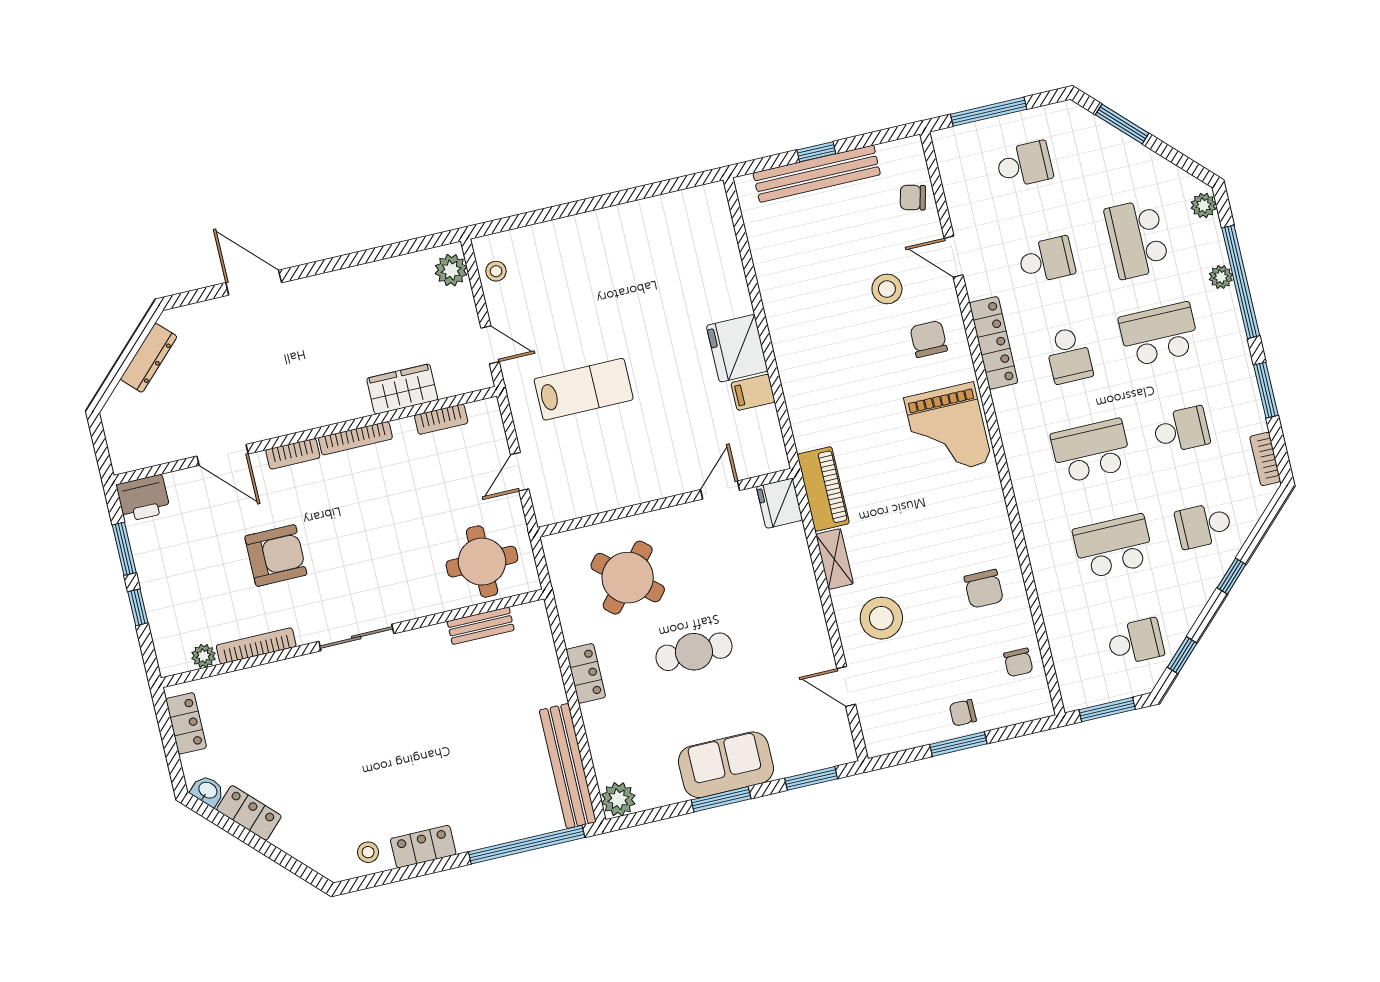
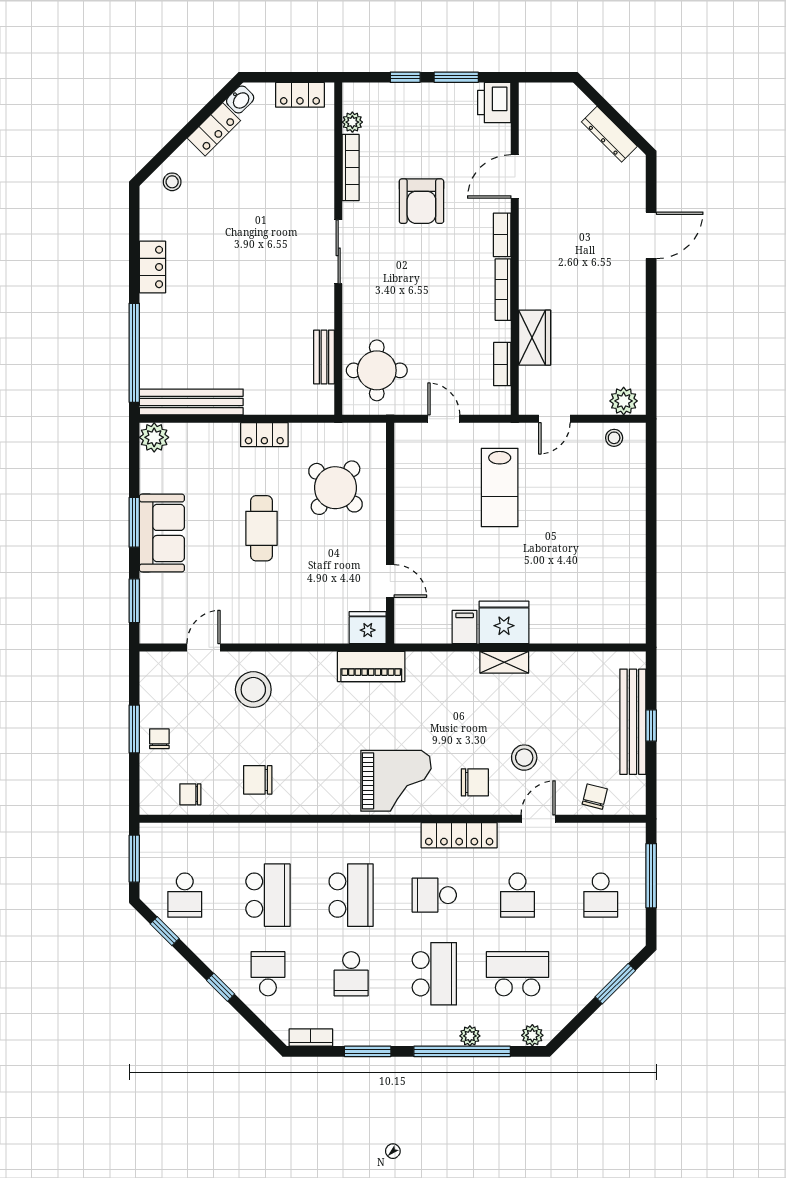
grand piano: (948, 430) -> (396, 781), turned 180
shelving: (834, 559) -> (504, 662), moved
stool: (368, 852) -> (172, 182), moved

